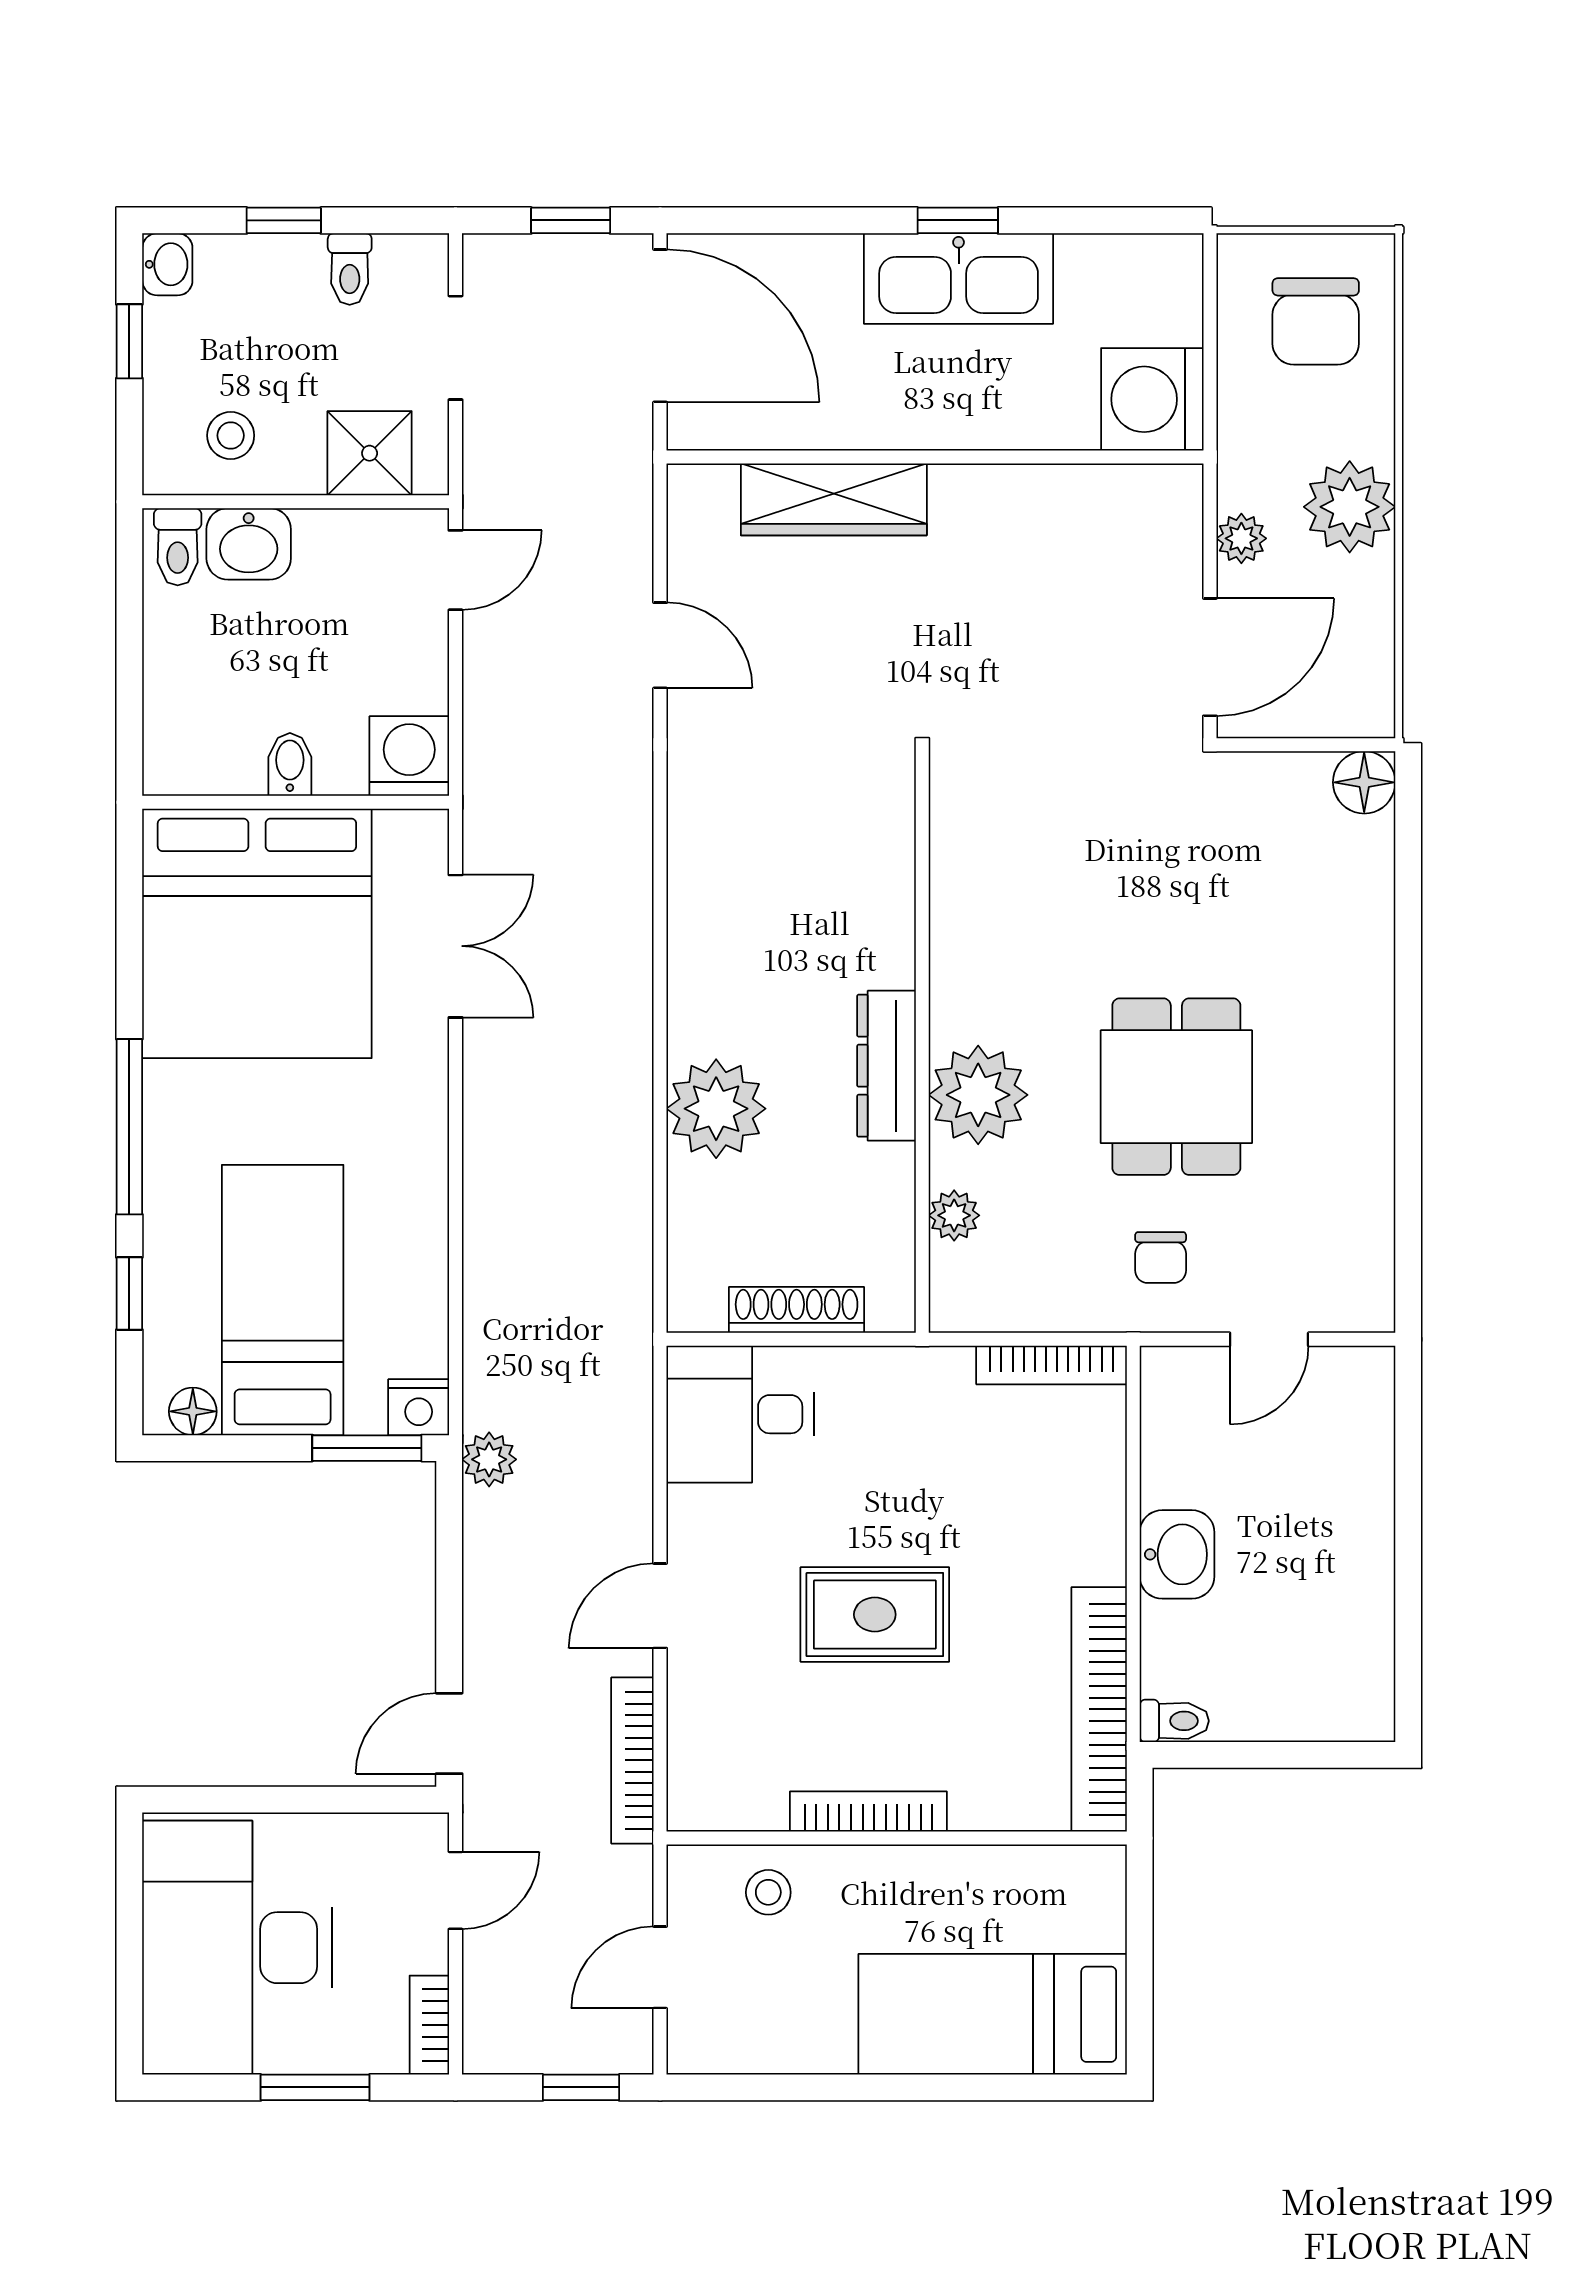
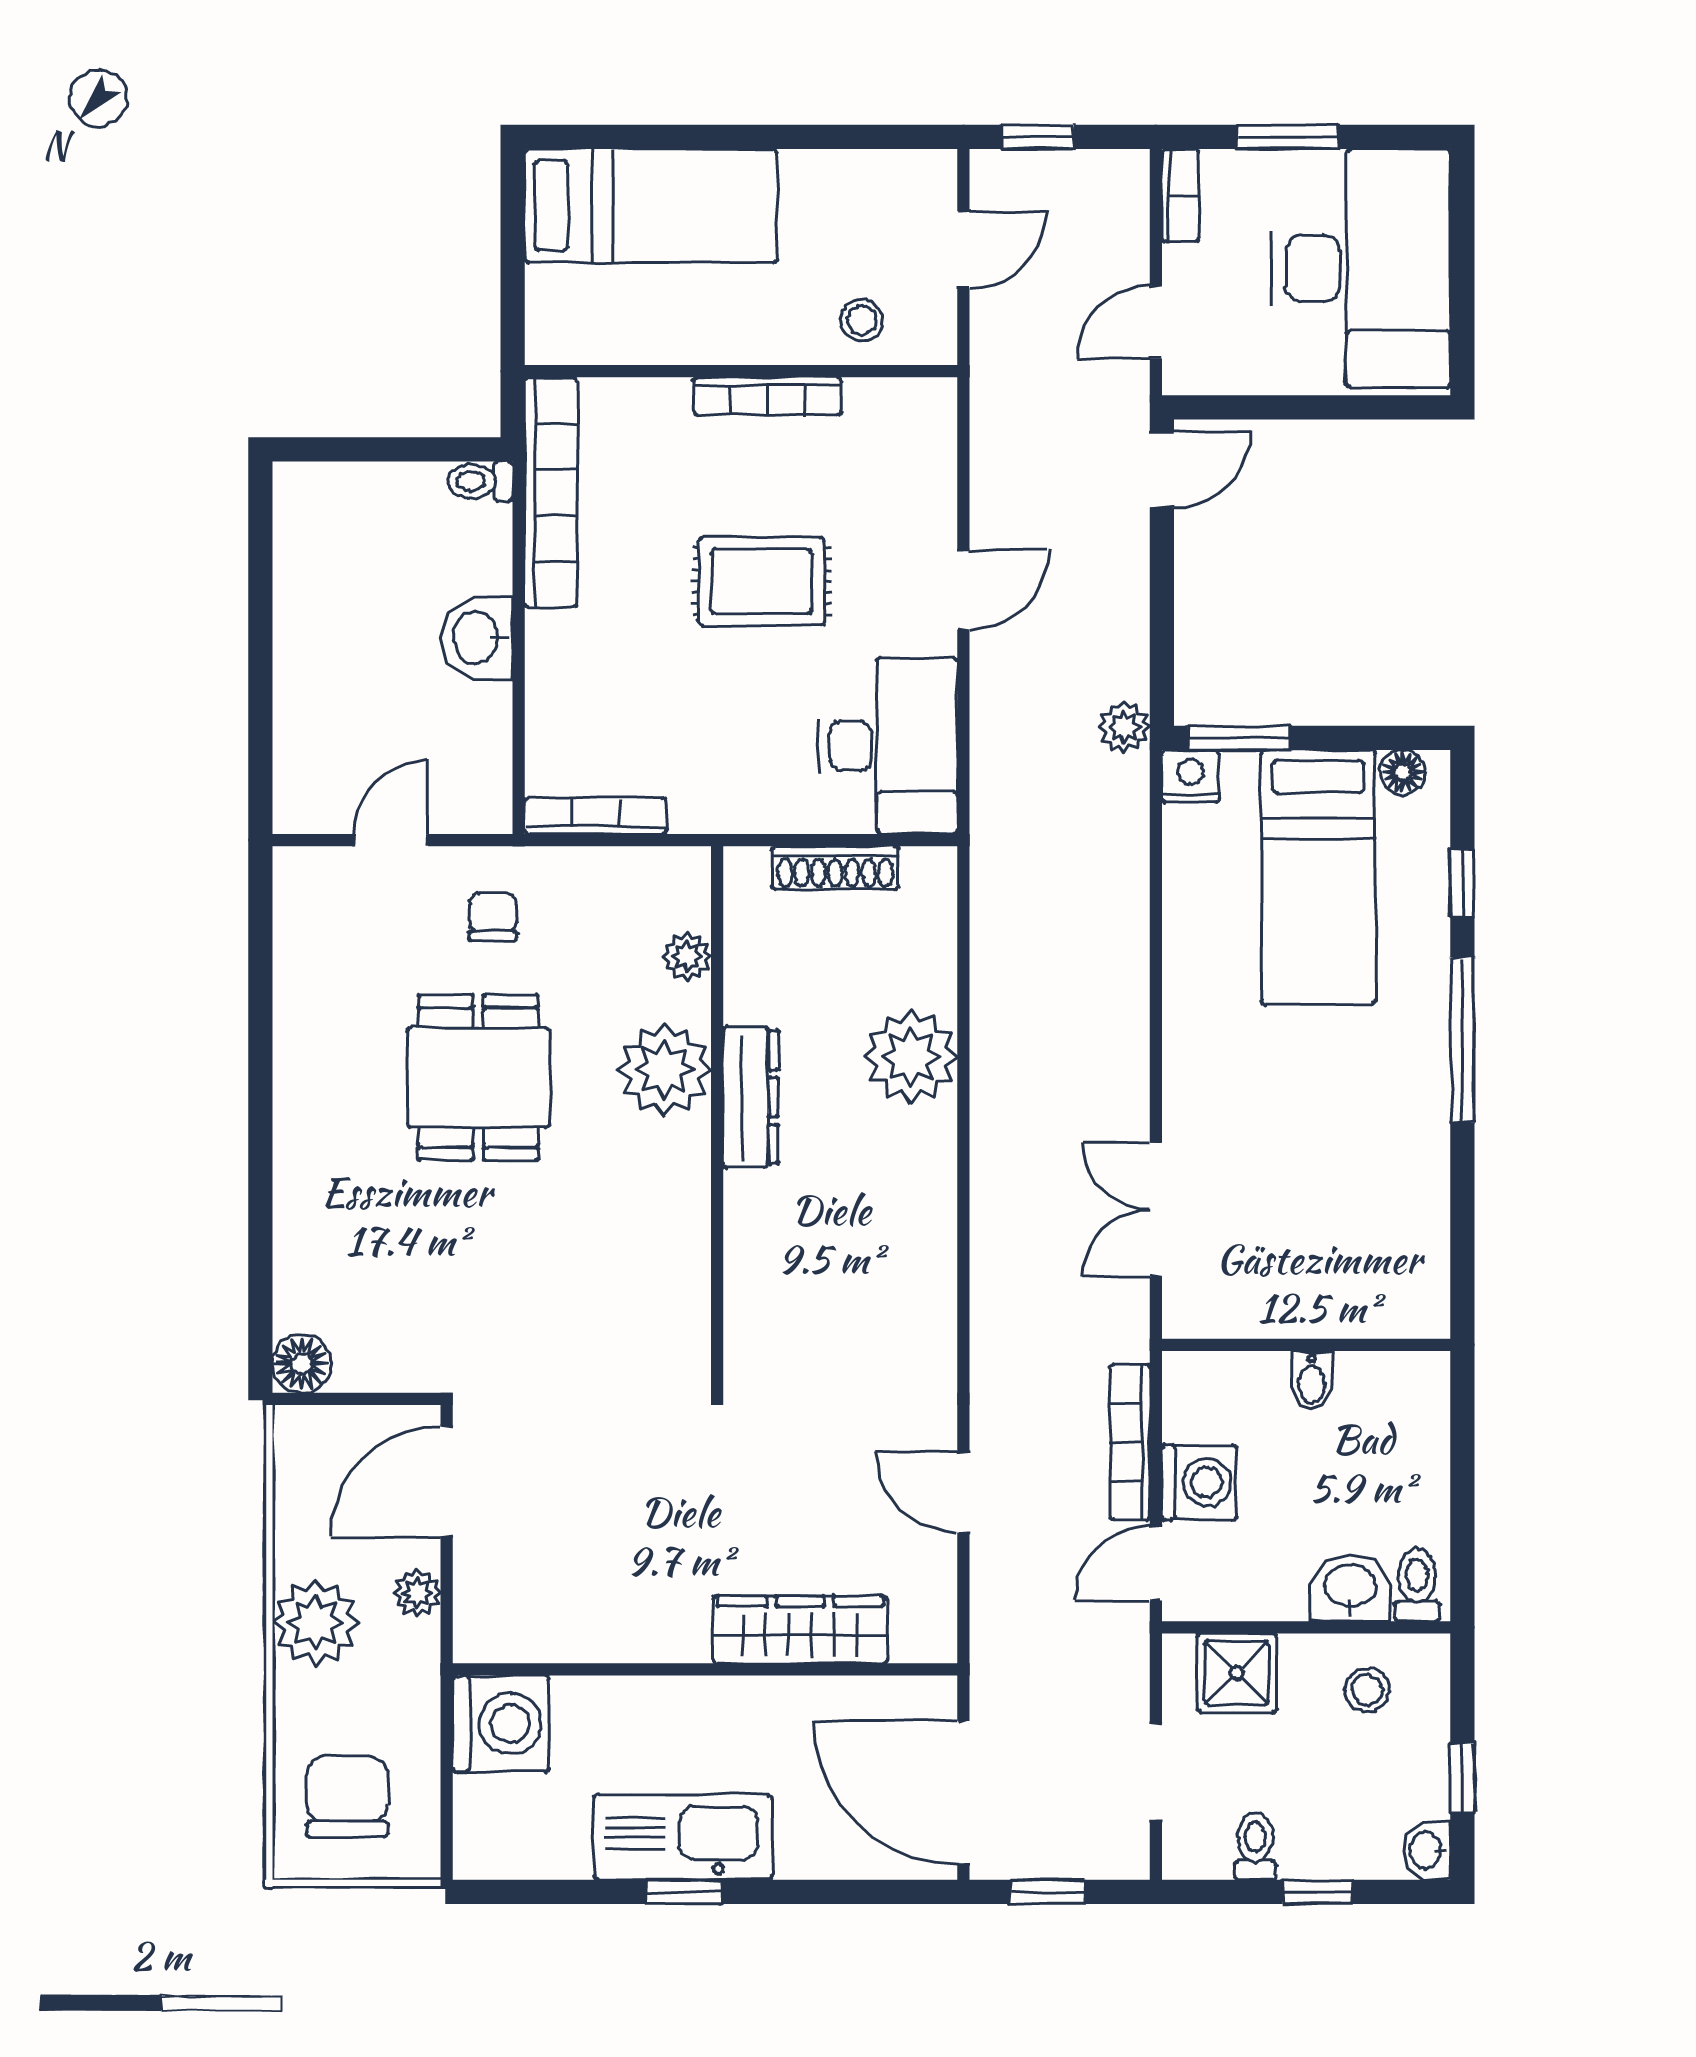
washing machine: (409, 756) -> (1199, 1482), moved, turned -90
bed: (257, 933) -> (1342, 1222), removed
desk: (740, 1414) -> (888, 746), width x1.37
bookcase: (632, 1760) -> (1130, 1442), moved, turned 180

